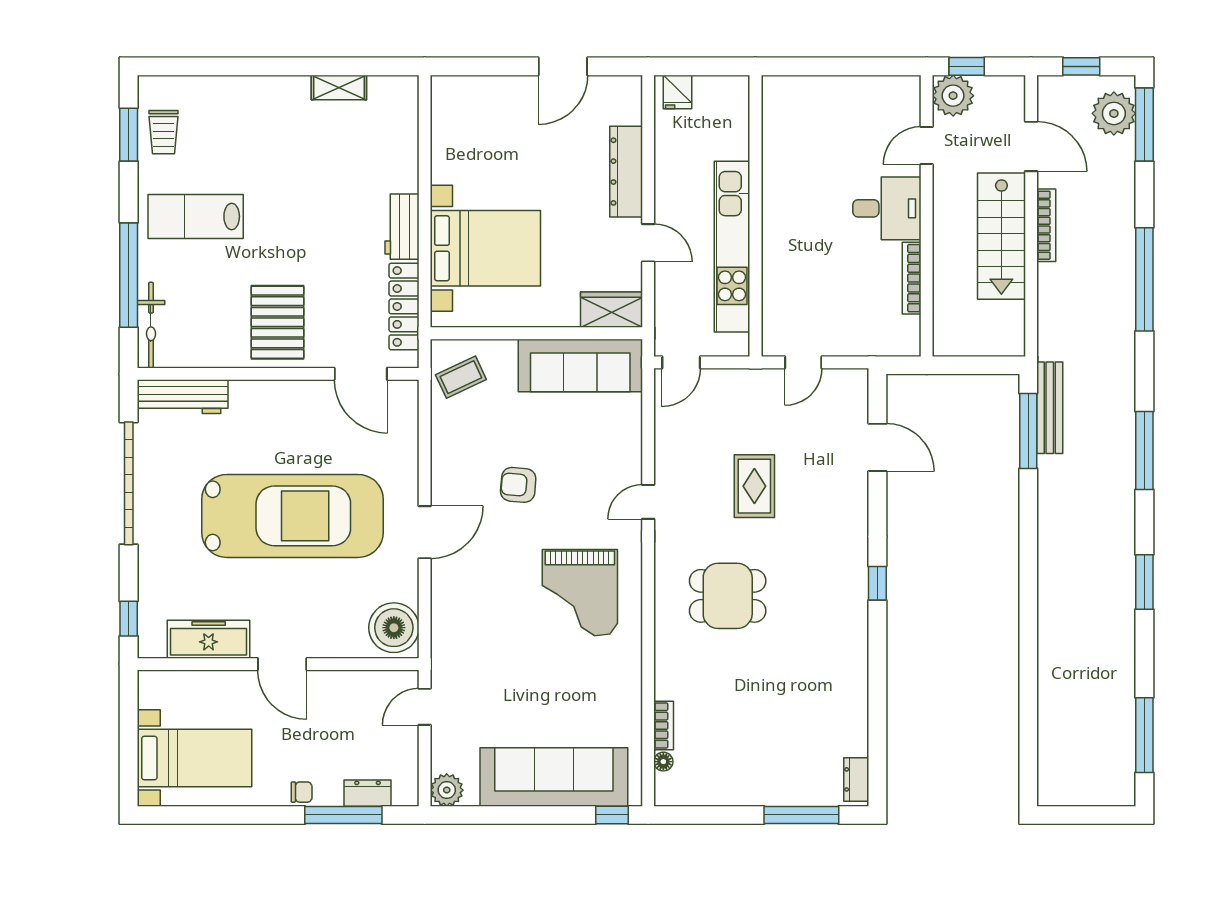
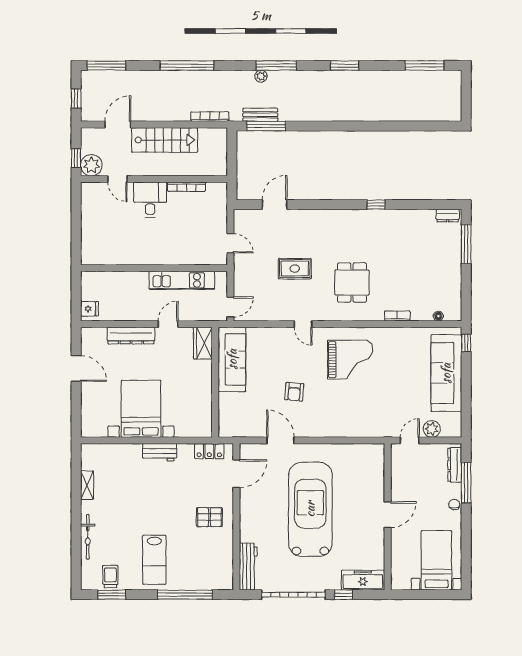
plant: (1114, 113) -> (261, 76), moved, width x0.53, depth x0.53
trolley: (164, 132) -> (110, 576), turned -90
bookcase: (1046, 225) -> (210, 117), moved
kitchen unit: (732, 247) -> (182, 280), width x0.73
bed with nightstands: (485, 248) -> (141, 409), moved
locker: (404, 306) -> (209, 451), width x0.66
pallet: (277, 322) -> (209, 517), width x0.67, depth x0.71
bicycle: (151, 325) -> (88, 537), moved, turned 90
door: (681, 362) -> (230, 307), hinge flipped
coffee table: (461, 377) -> (238, 422), removed
bench: (1050, 408) -> (260, 115), width x0.73
door: (425, 532) -> (280, 440), moved
window: (877, 583) -> (376, 205), moved
window: (129, 619) -> (343, 595), moved
boiler: (394, 628) -> (369, 456), removed
freezer: (209, 639) -> (363, 580), moved, turned 90
door: (425, 707) -> (410, 440), swing flipped
bookcase: (664, 725) -> (397, 316), moved
plant: (447, 790) -> (432, 429), moved
dresser: (368, 793) -> (455, 465), width x1.44

